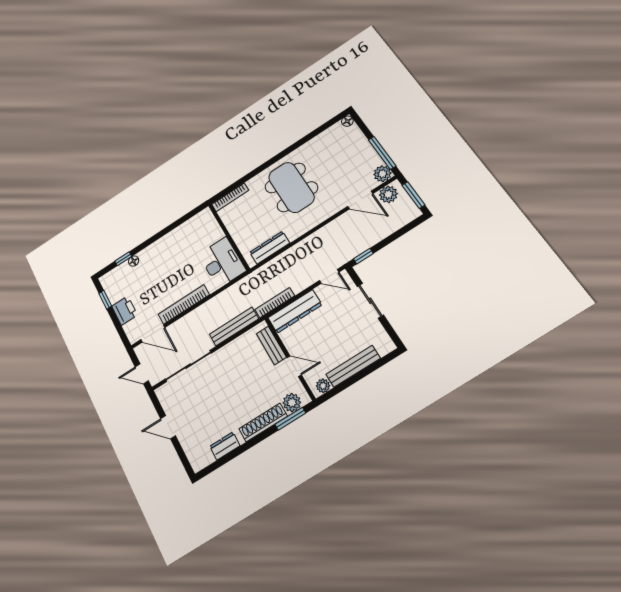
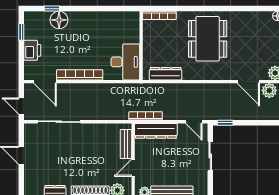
floor lamp: (134, 261) -> (59, 20), width x1.89, depth x1.89
bench: (234, 327) -> (107, 114), removed
door: (294, 366) -> (133, 168), swing flipped

